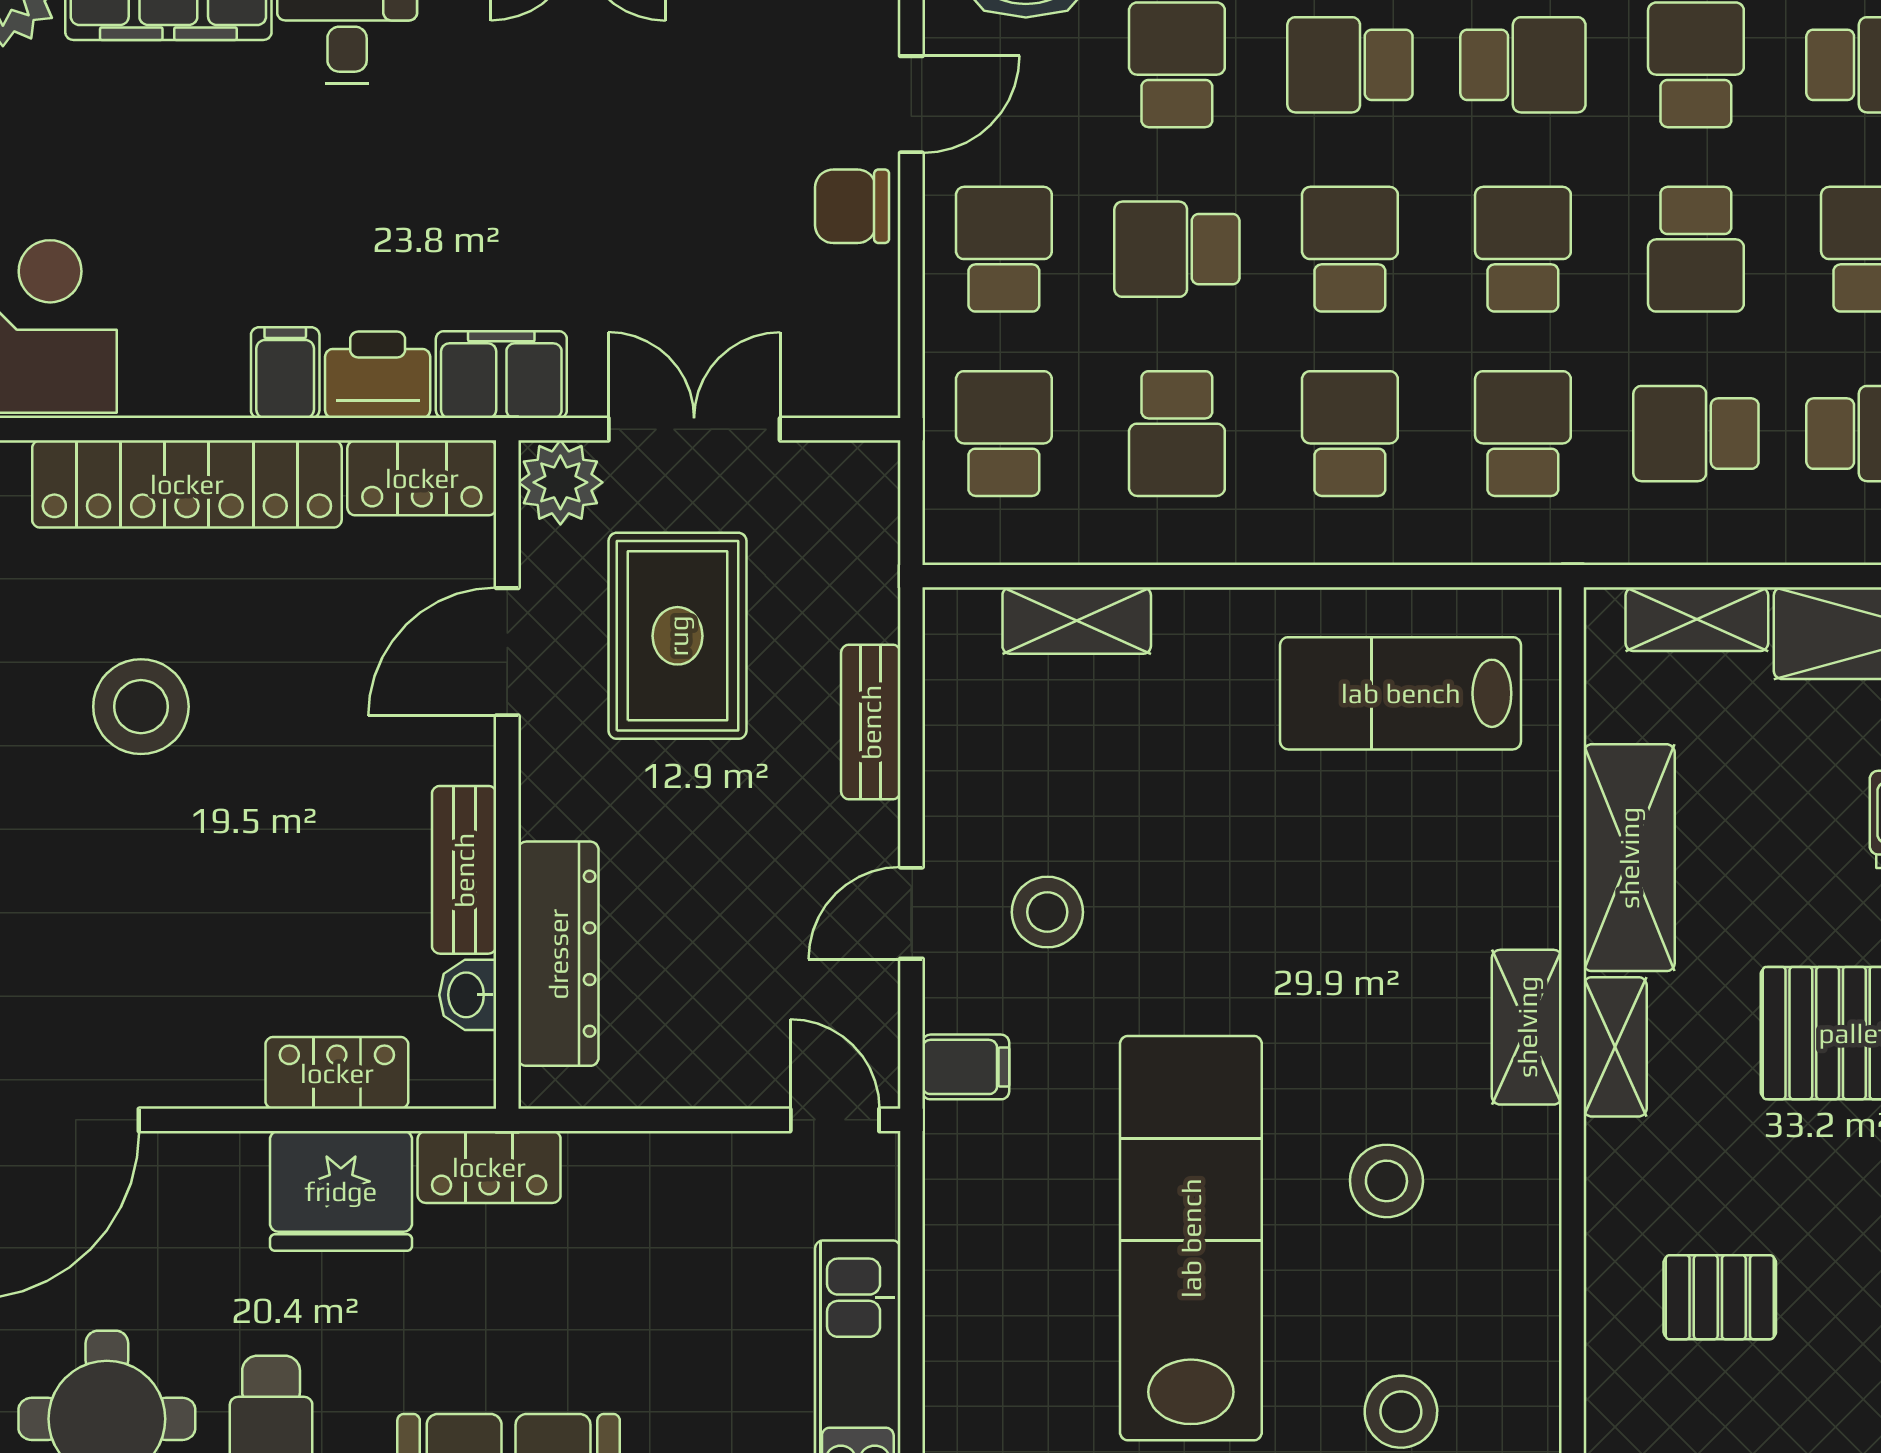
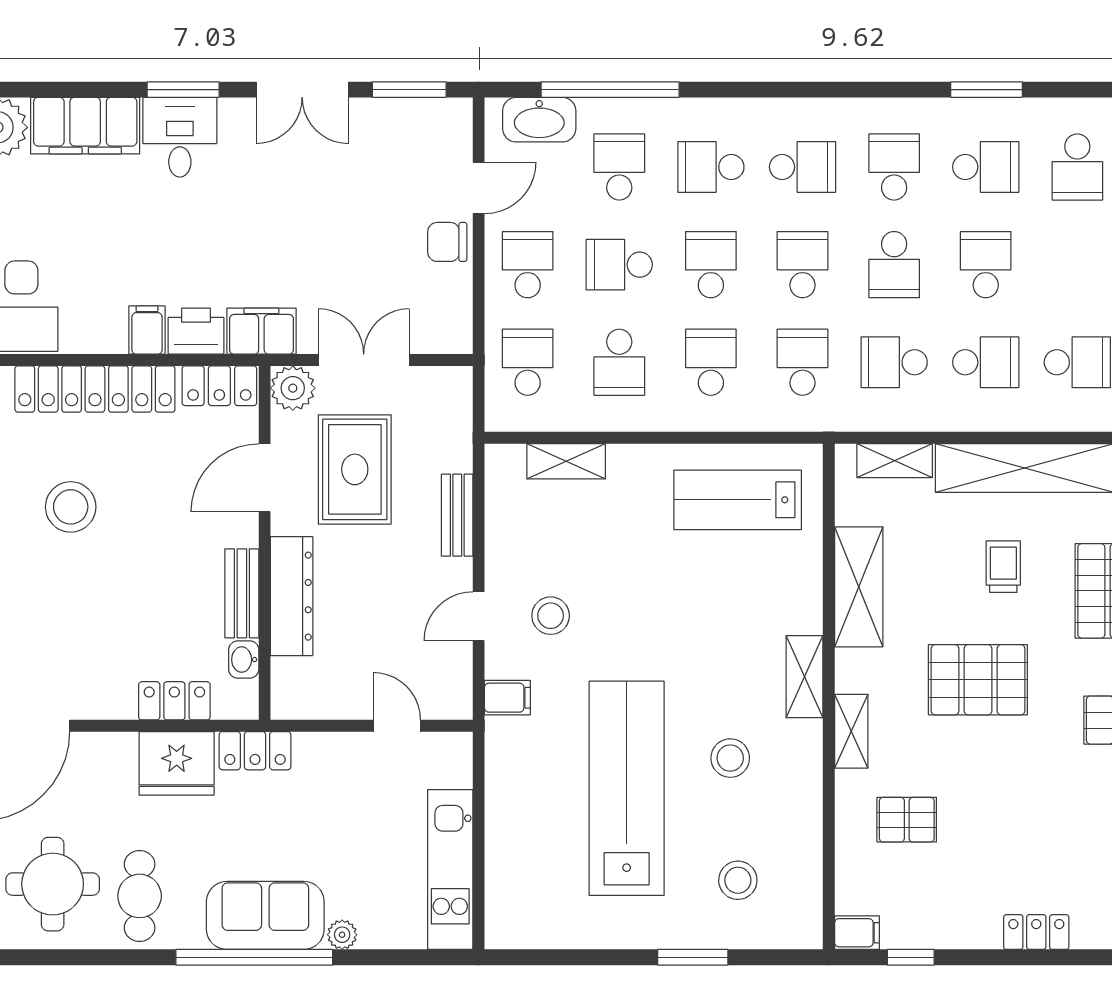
dresser: (558, 954) -> (292, 596), moved
shelving: (1615, 1047) -> (851, 731), moved
door: (835, 1120) -> (397, 726), moved

